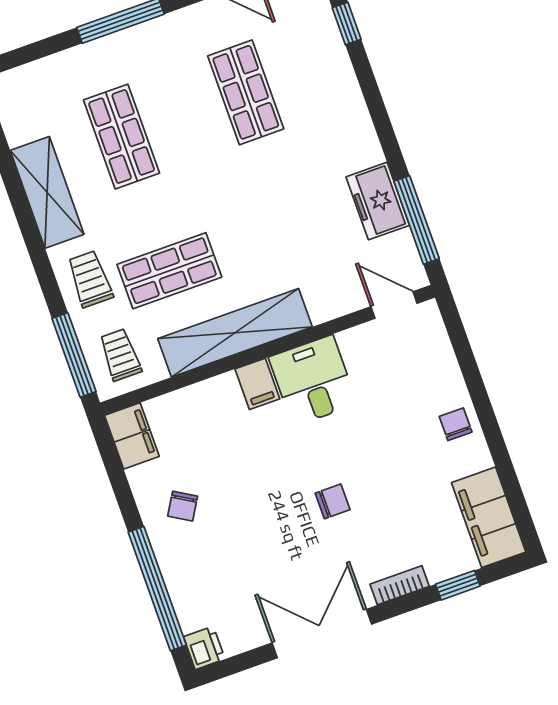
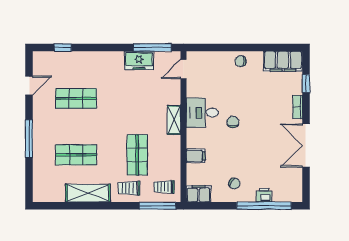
shelving: (235, 333) -> (174, 120), width x0.45, depth x0.75
filing cabinet: (257, 384) -> (196, 156), moved
chair: (333, 501) -> (233, 122), moved
printer: (204, 648) -> (264, 195), moved

